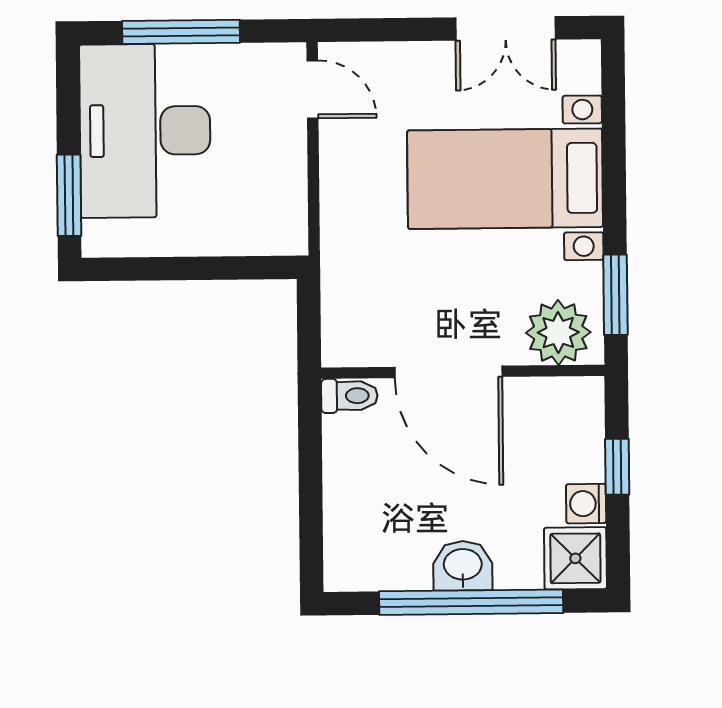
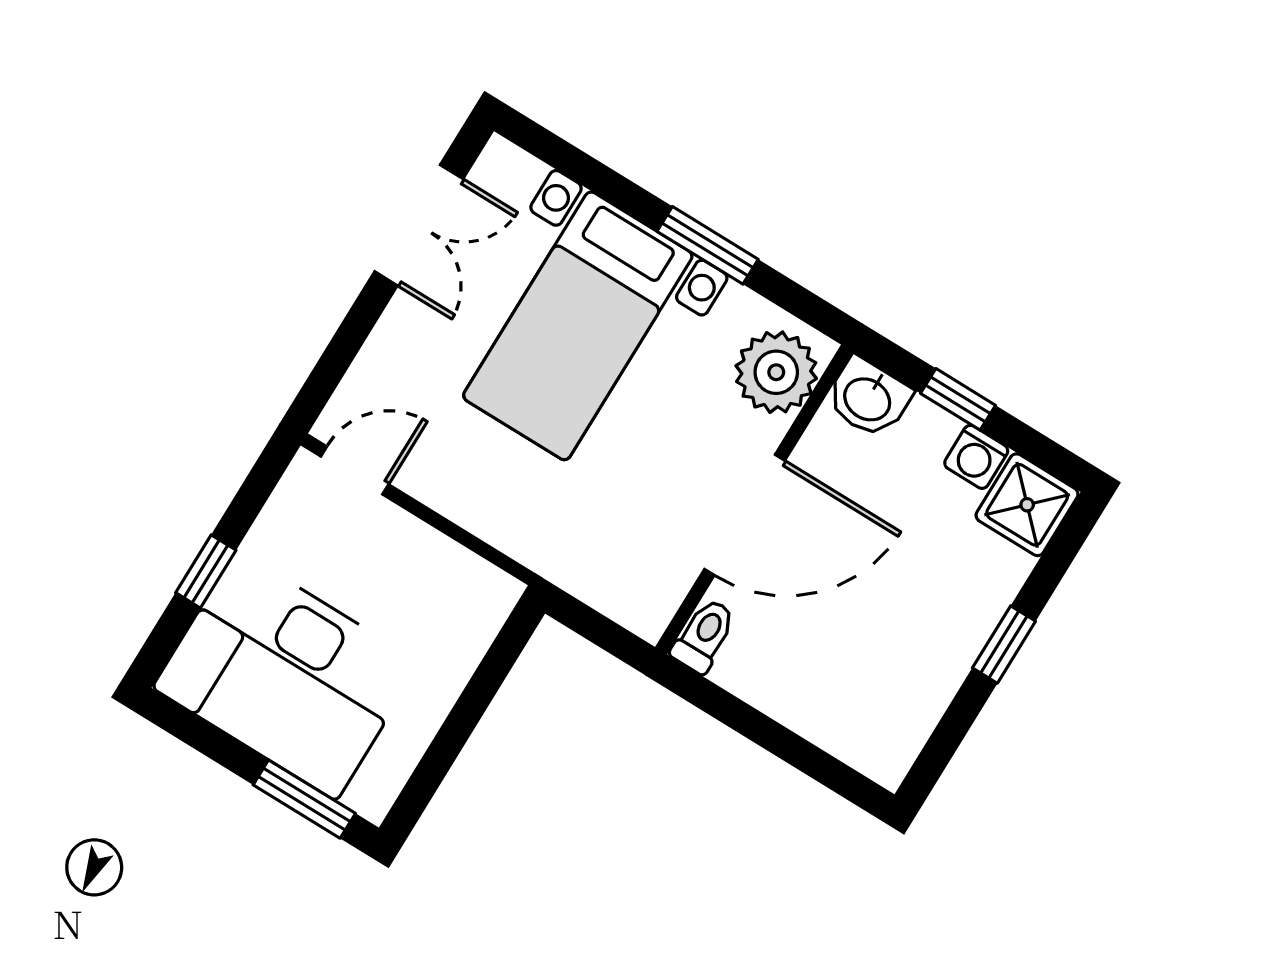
window: (181, 32) -> (206, 571), width x0.46
window: (615, 295) -> (708, 245), moved
washbasin: (463, 566) -> (868, 398), moved, turned -90
window: (471, 602) -> (1004, 645), width x0.32

